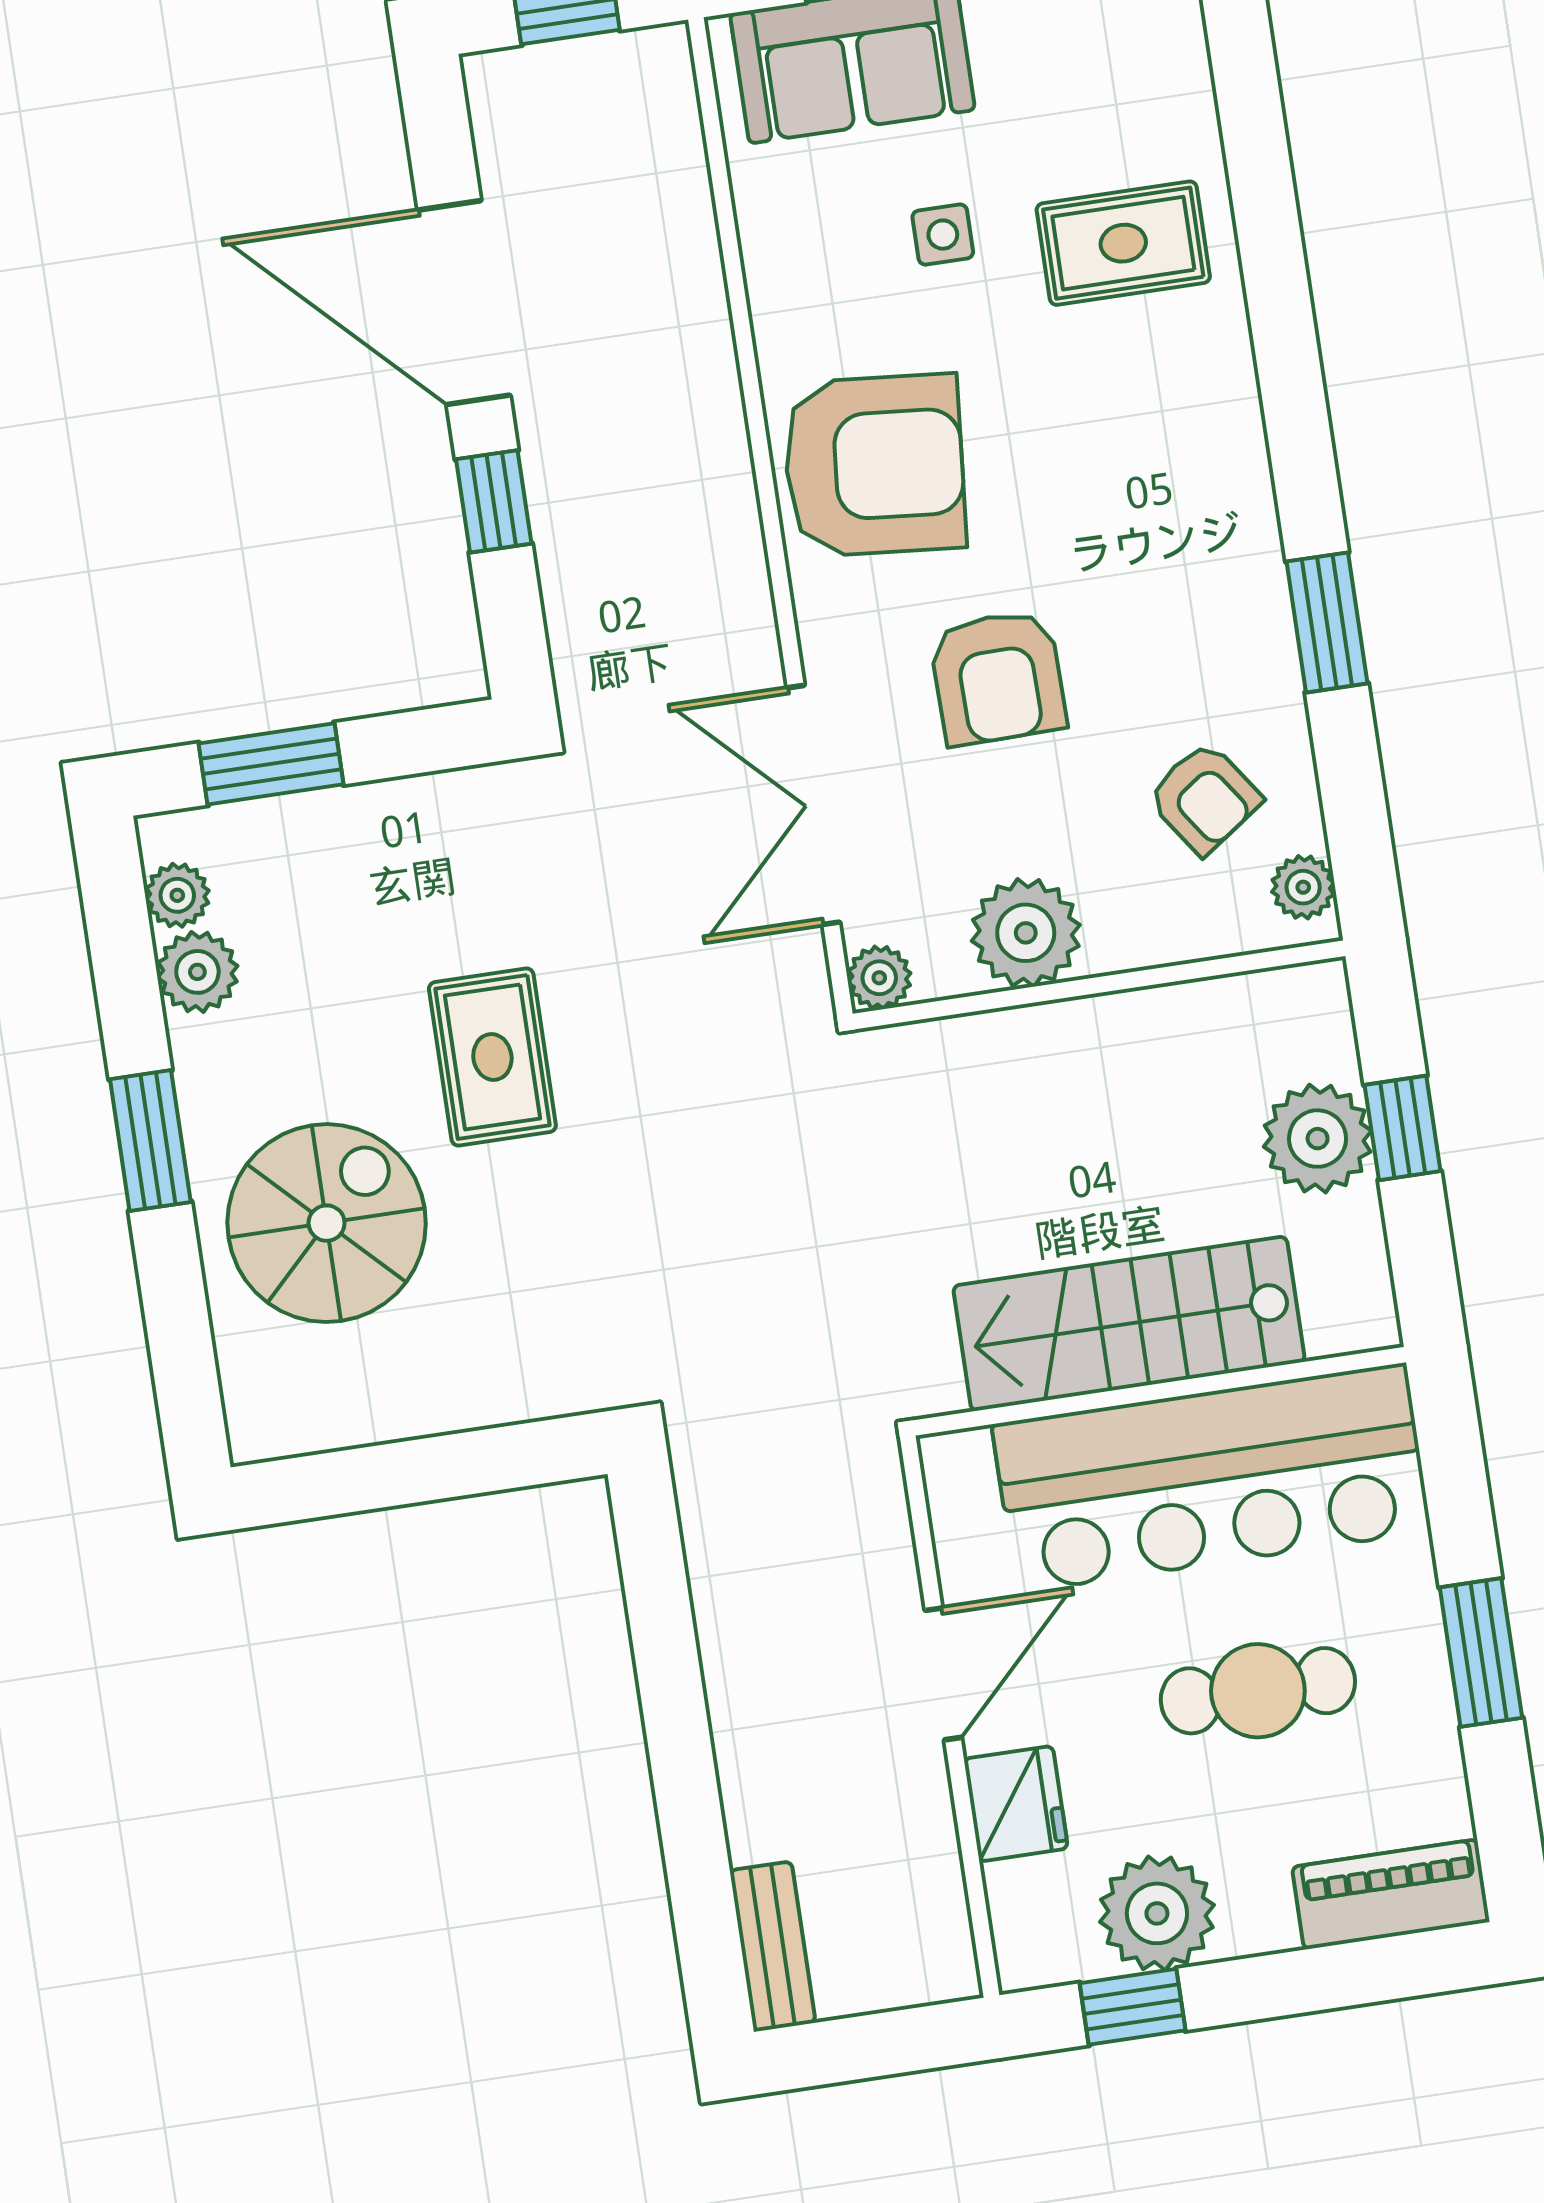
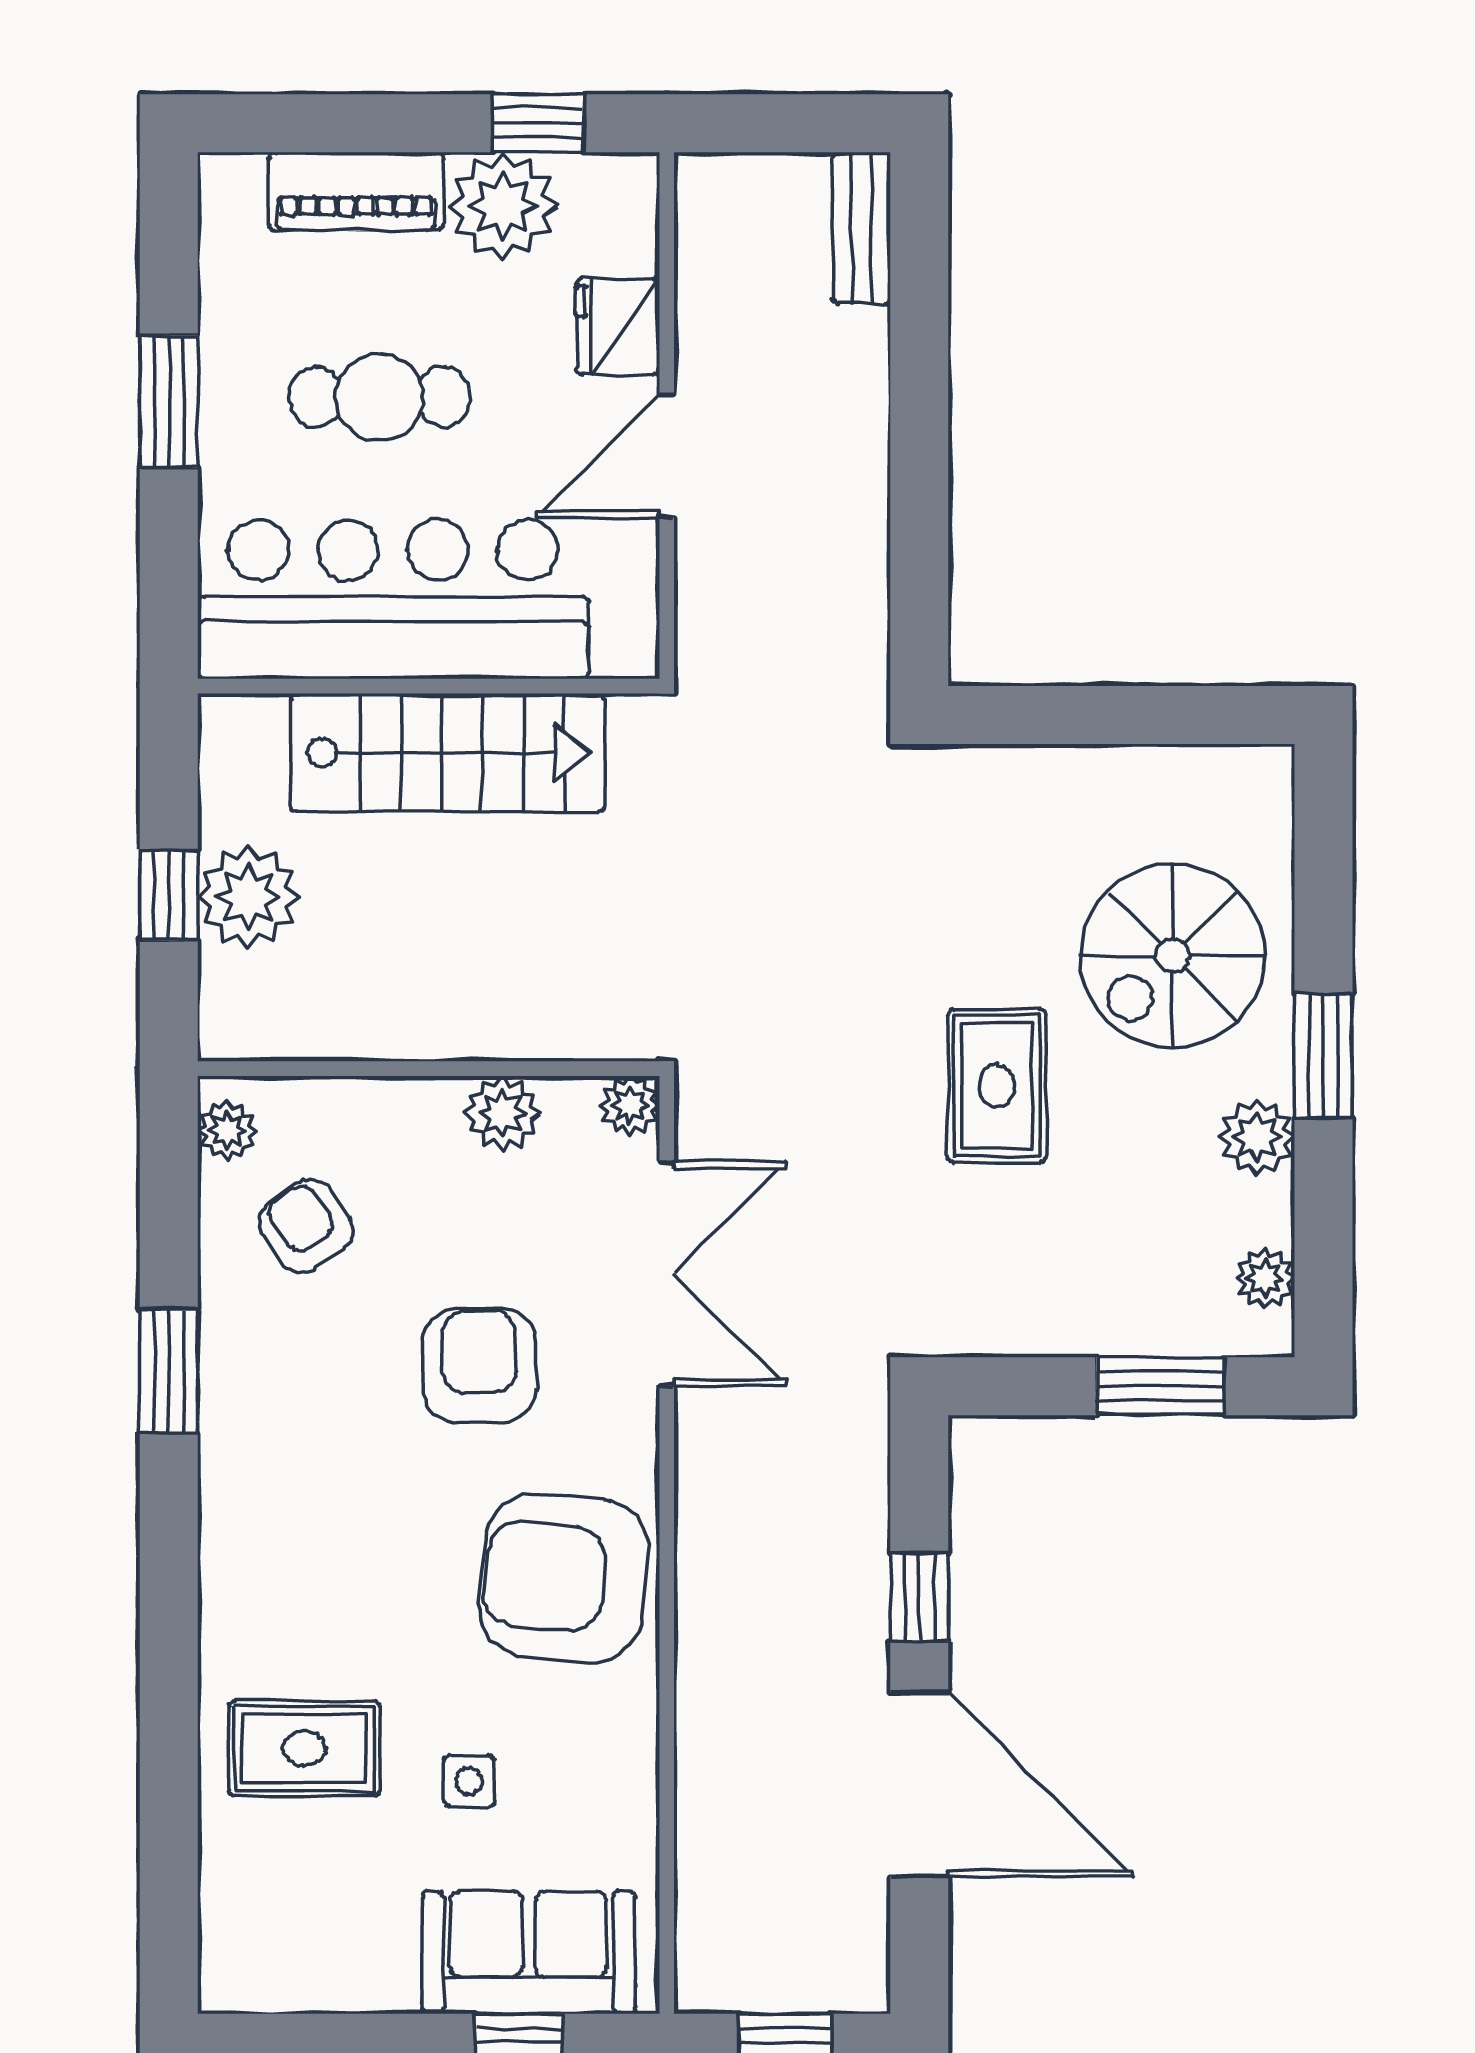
plant: (1026, 933) -> (502, 1113), width x0.73, depth x0.73
plant: (197, 972) -> (1257, 1137), moved
piano: (1391, 1894) -> (356, 191), moved

